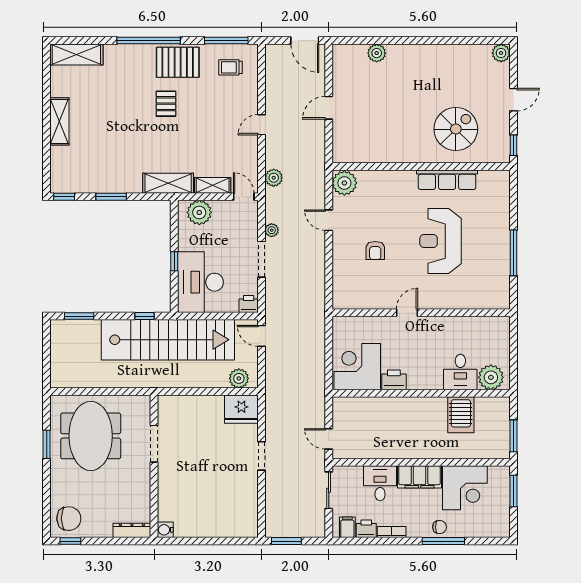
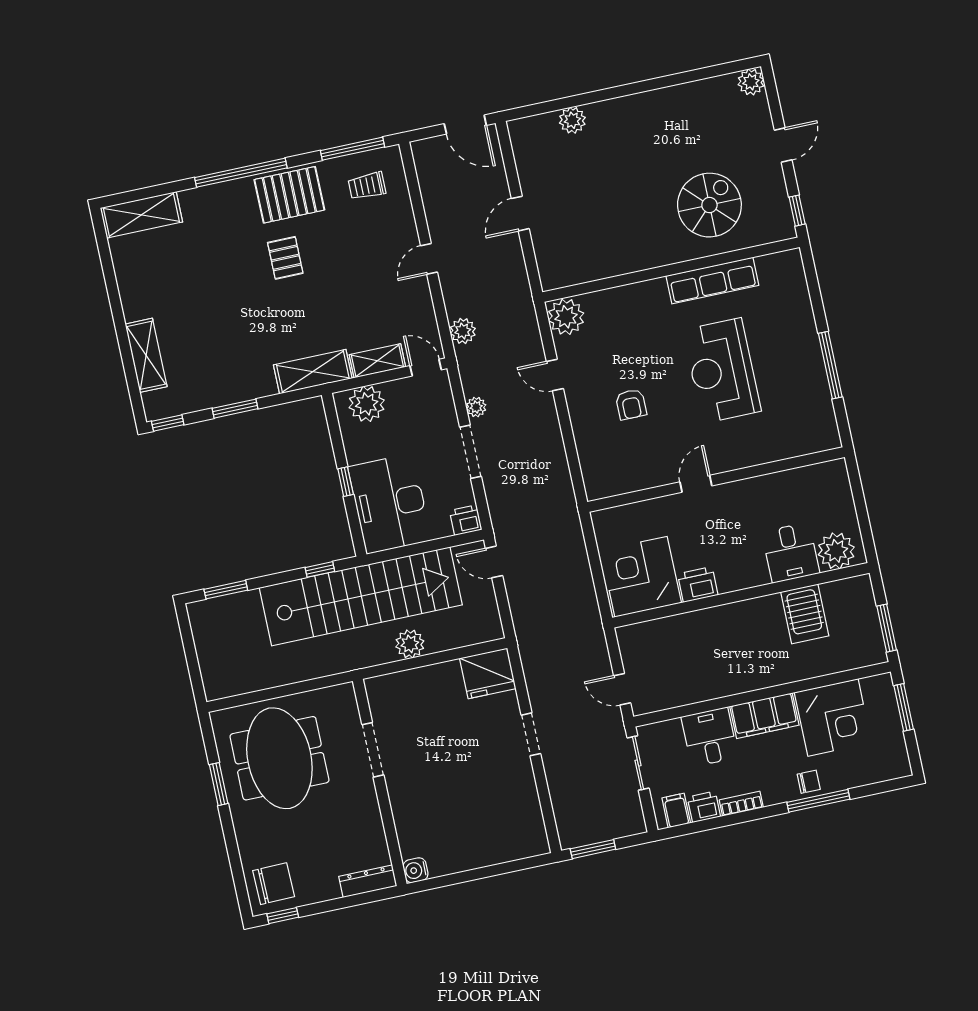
shelving: (59, 121) -> (146, 355), moved
plant: (239, 378) -> (410, 644), moved

